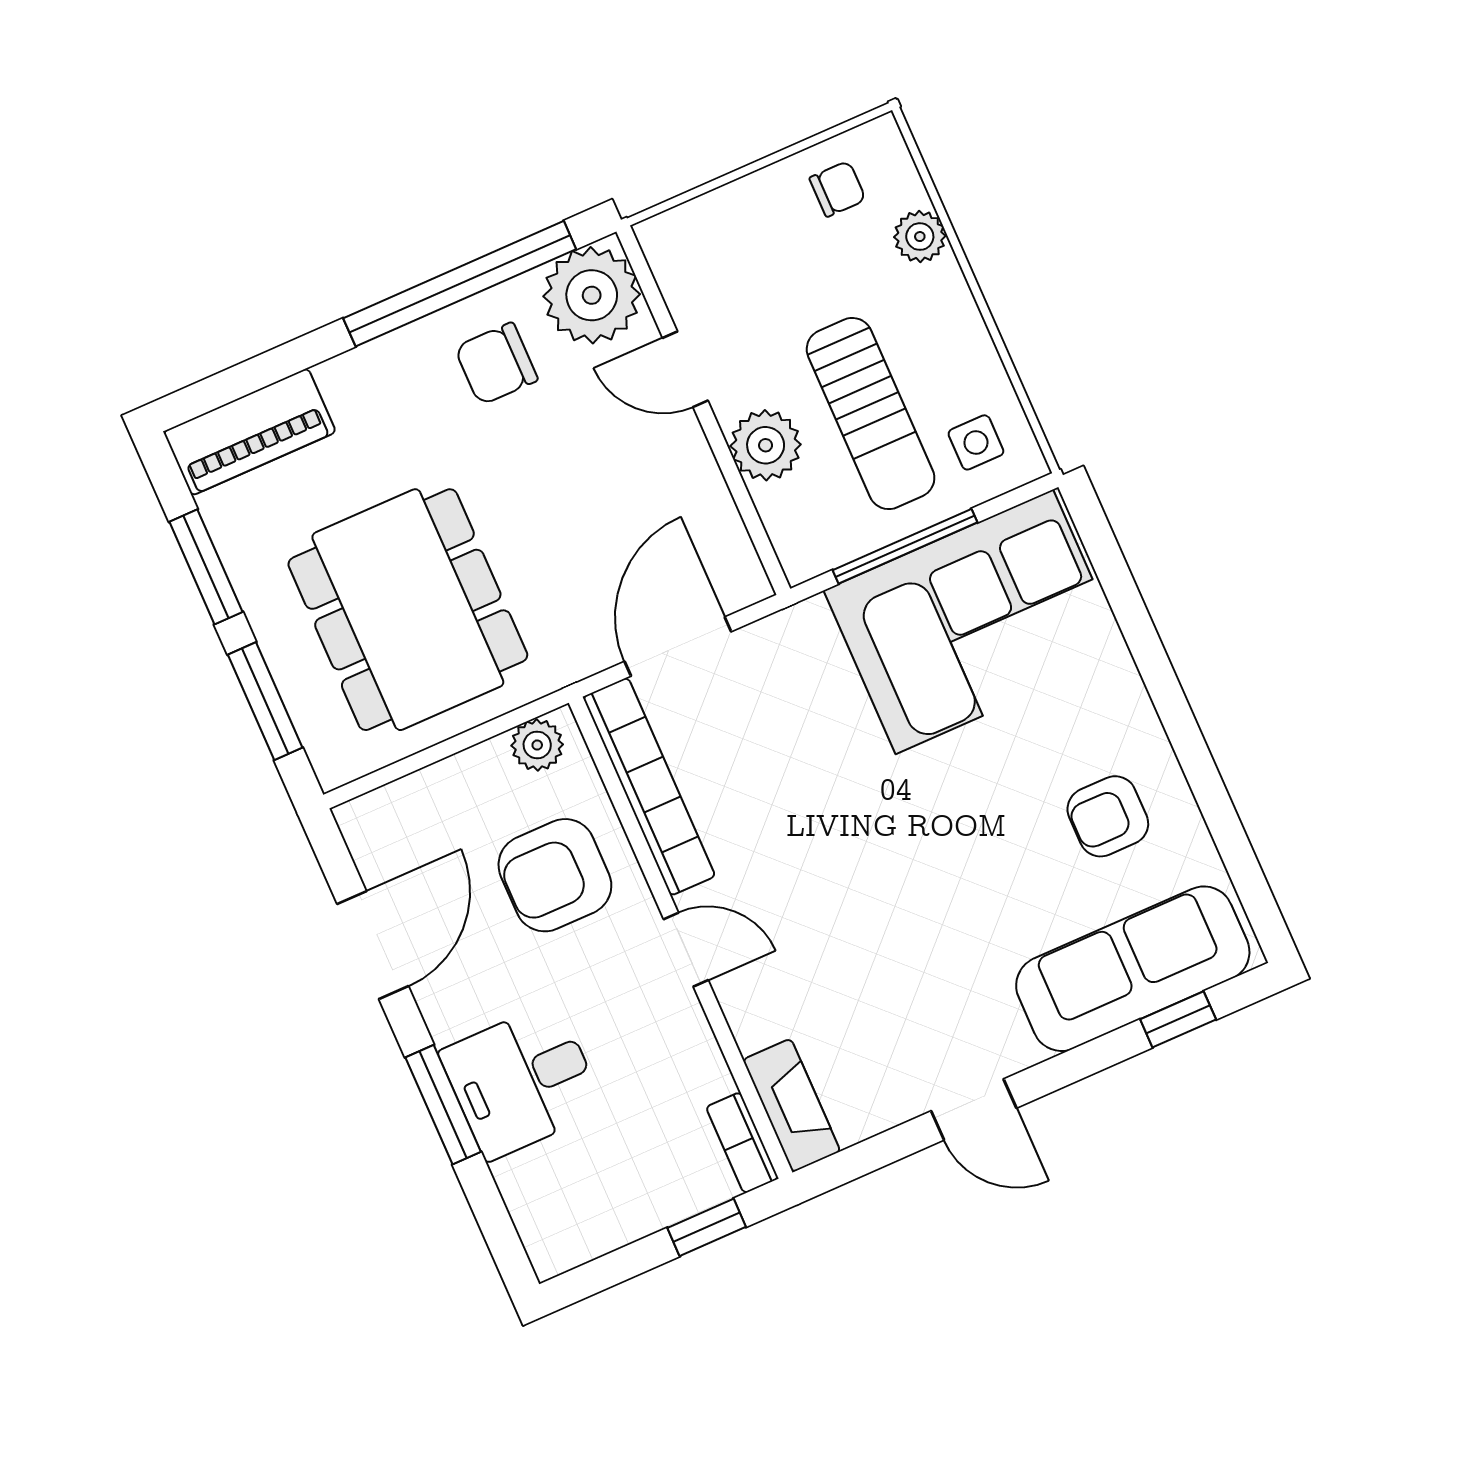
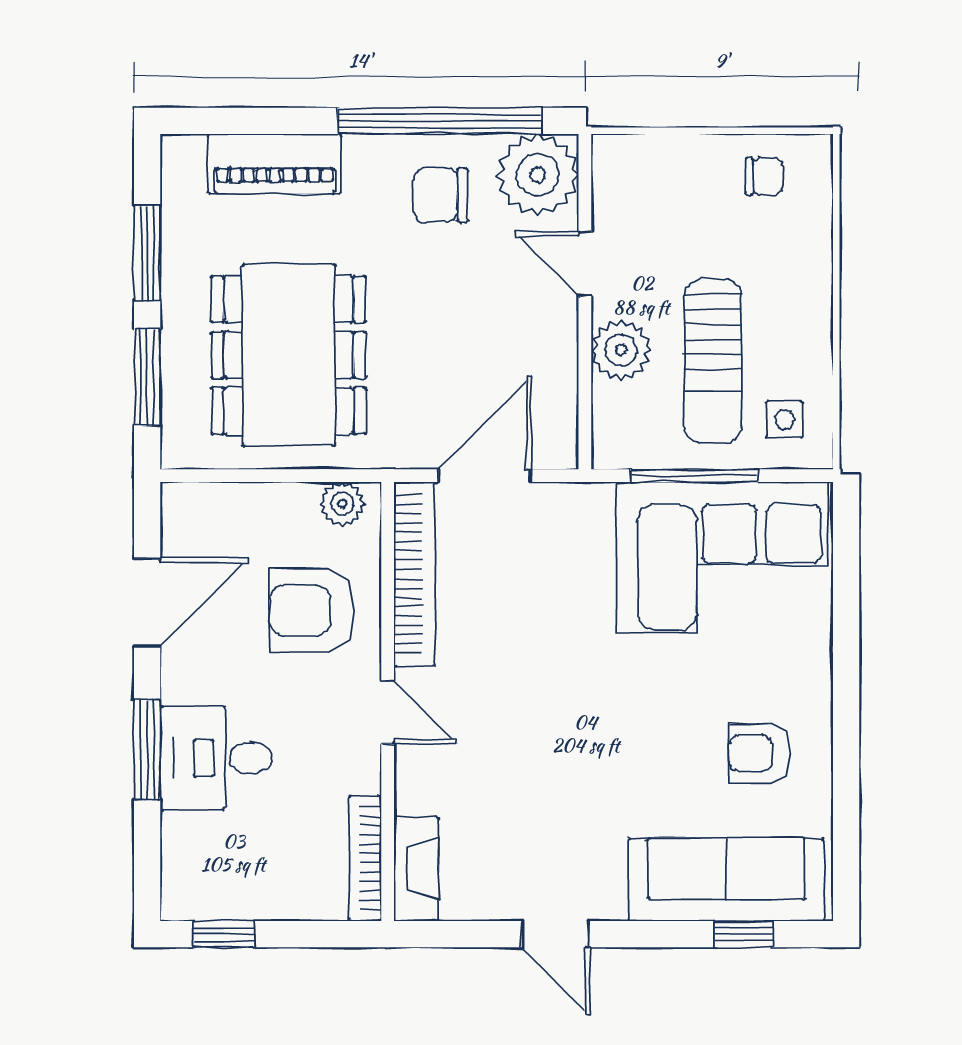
plant: (920, 237) -> (811, 241), removed
piano: (250, 432) -> (275, 164), moved
bookcase: (742, 1143) -> (365, 858), width x1.56
window: (707, 1227) -> (224, 934), moved

